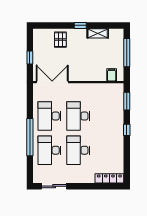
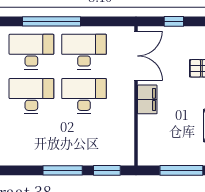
filing cabinet: (112, 75) -> (147, 99), moved, width x2.00
window: (127, 130) -> (63, 170), width x2.17

